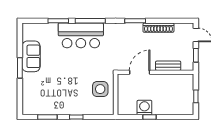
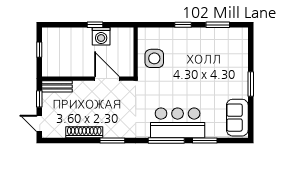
sofa: (31, 56) -> (237, 118), moved
bench: (168, 66) -> (57, 86), moved
door: (140, 72) -> (107, 79), swing flipped

